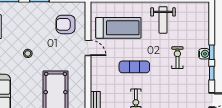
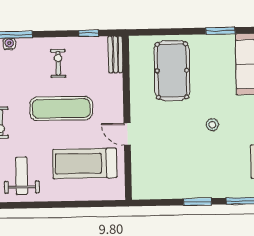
armchair: (66, 24) -> (160, 167), removed
exercise mat: (134, 67) -> (61, 108), width x1.36, depth x1.45

